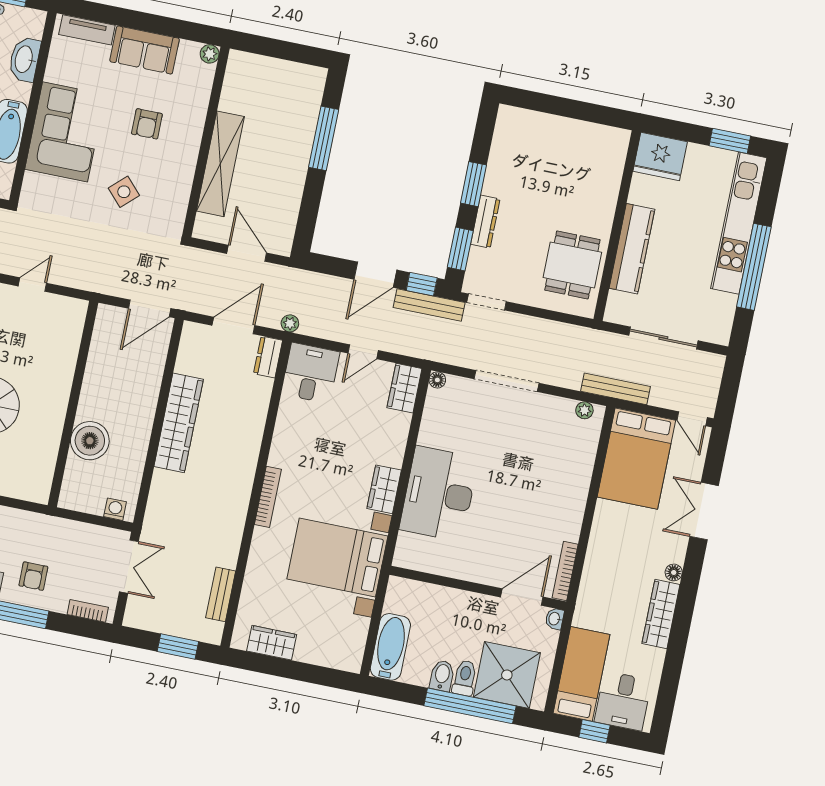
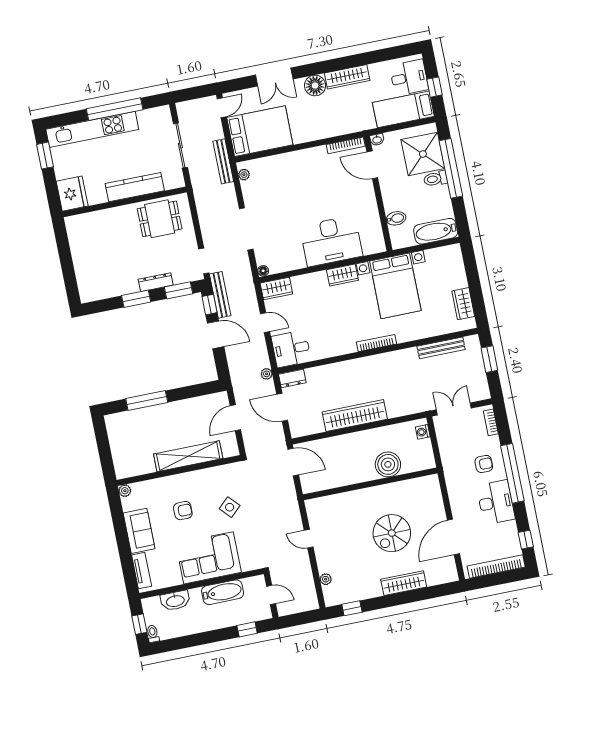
floor lamp: (674, 572) -> (315, 85), width x1.89, depth x1.89
bench: (221, 594) -> (441, 348), width x1.36
bidet: (442, 676) -> (396, 218), moved, turned 180

